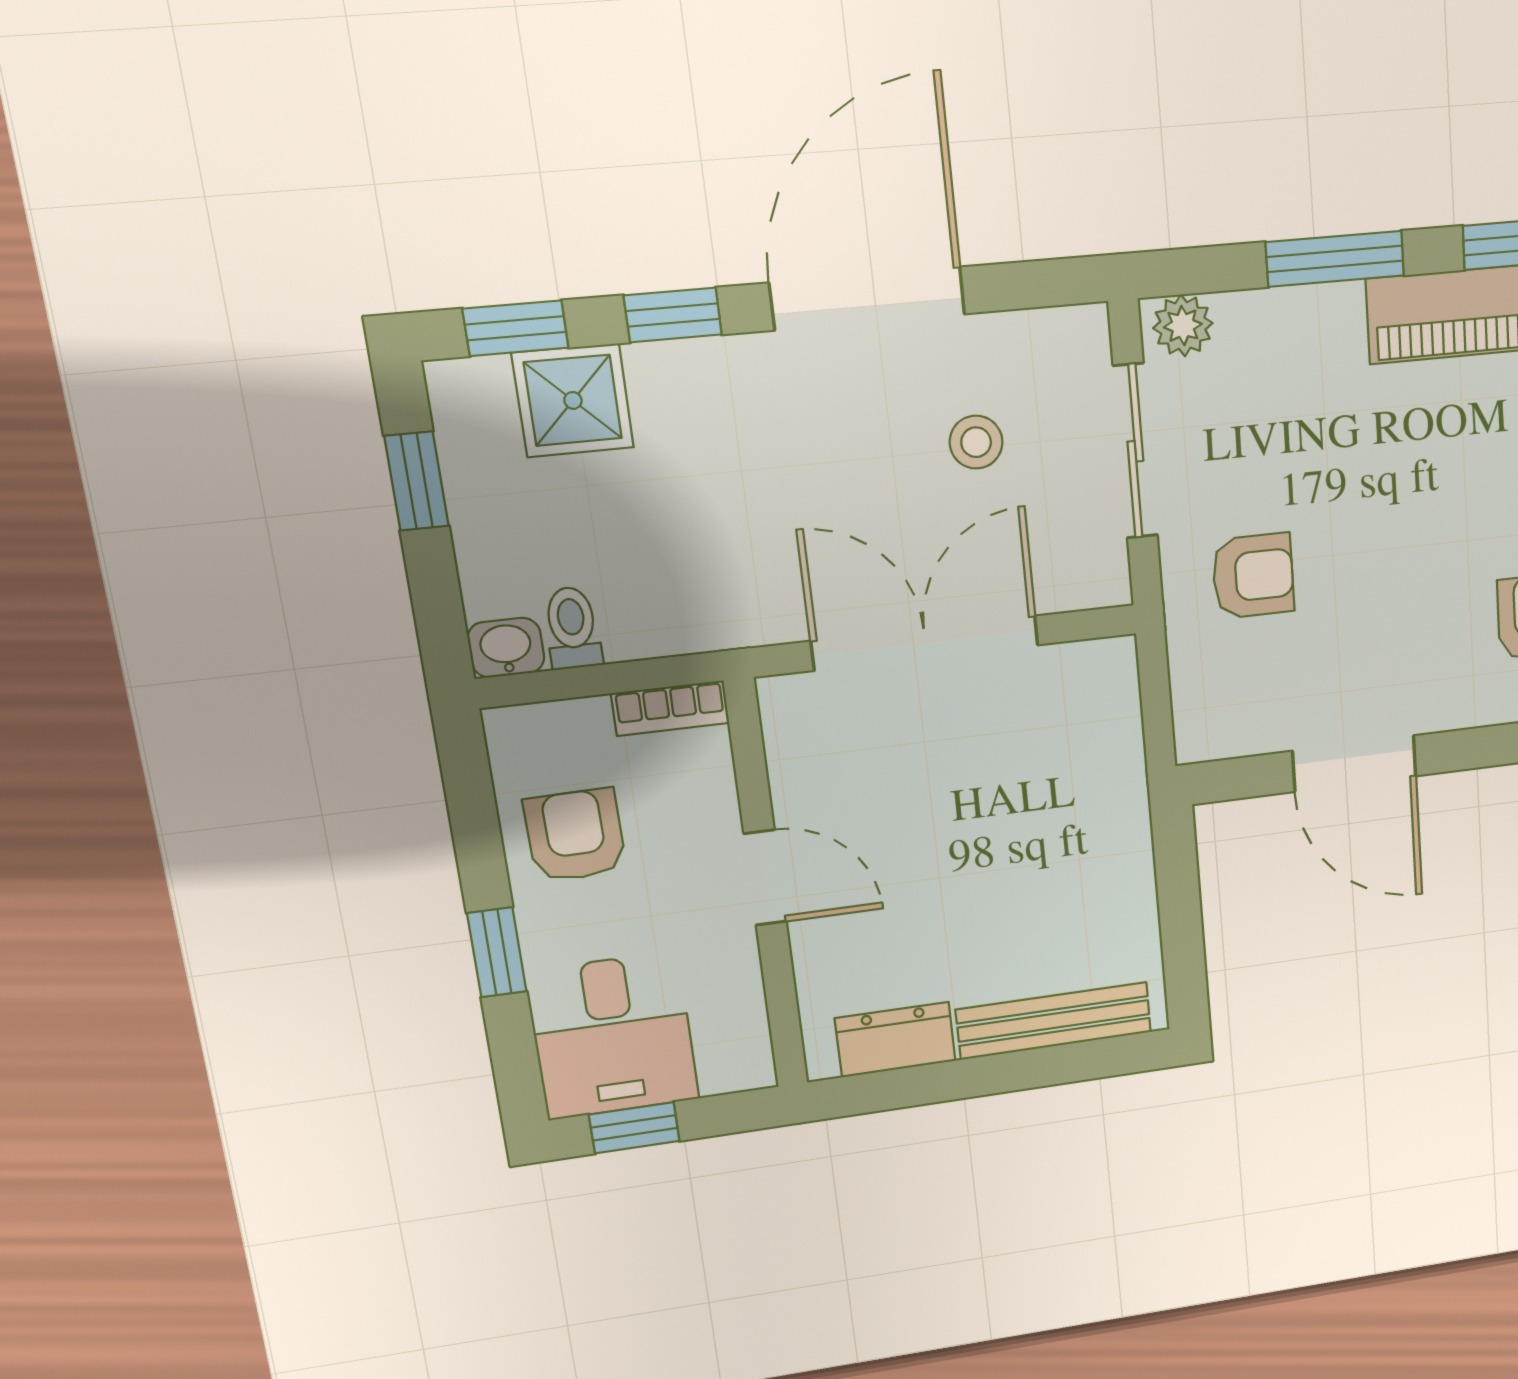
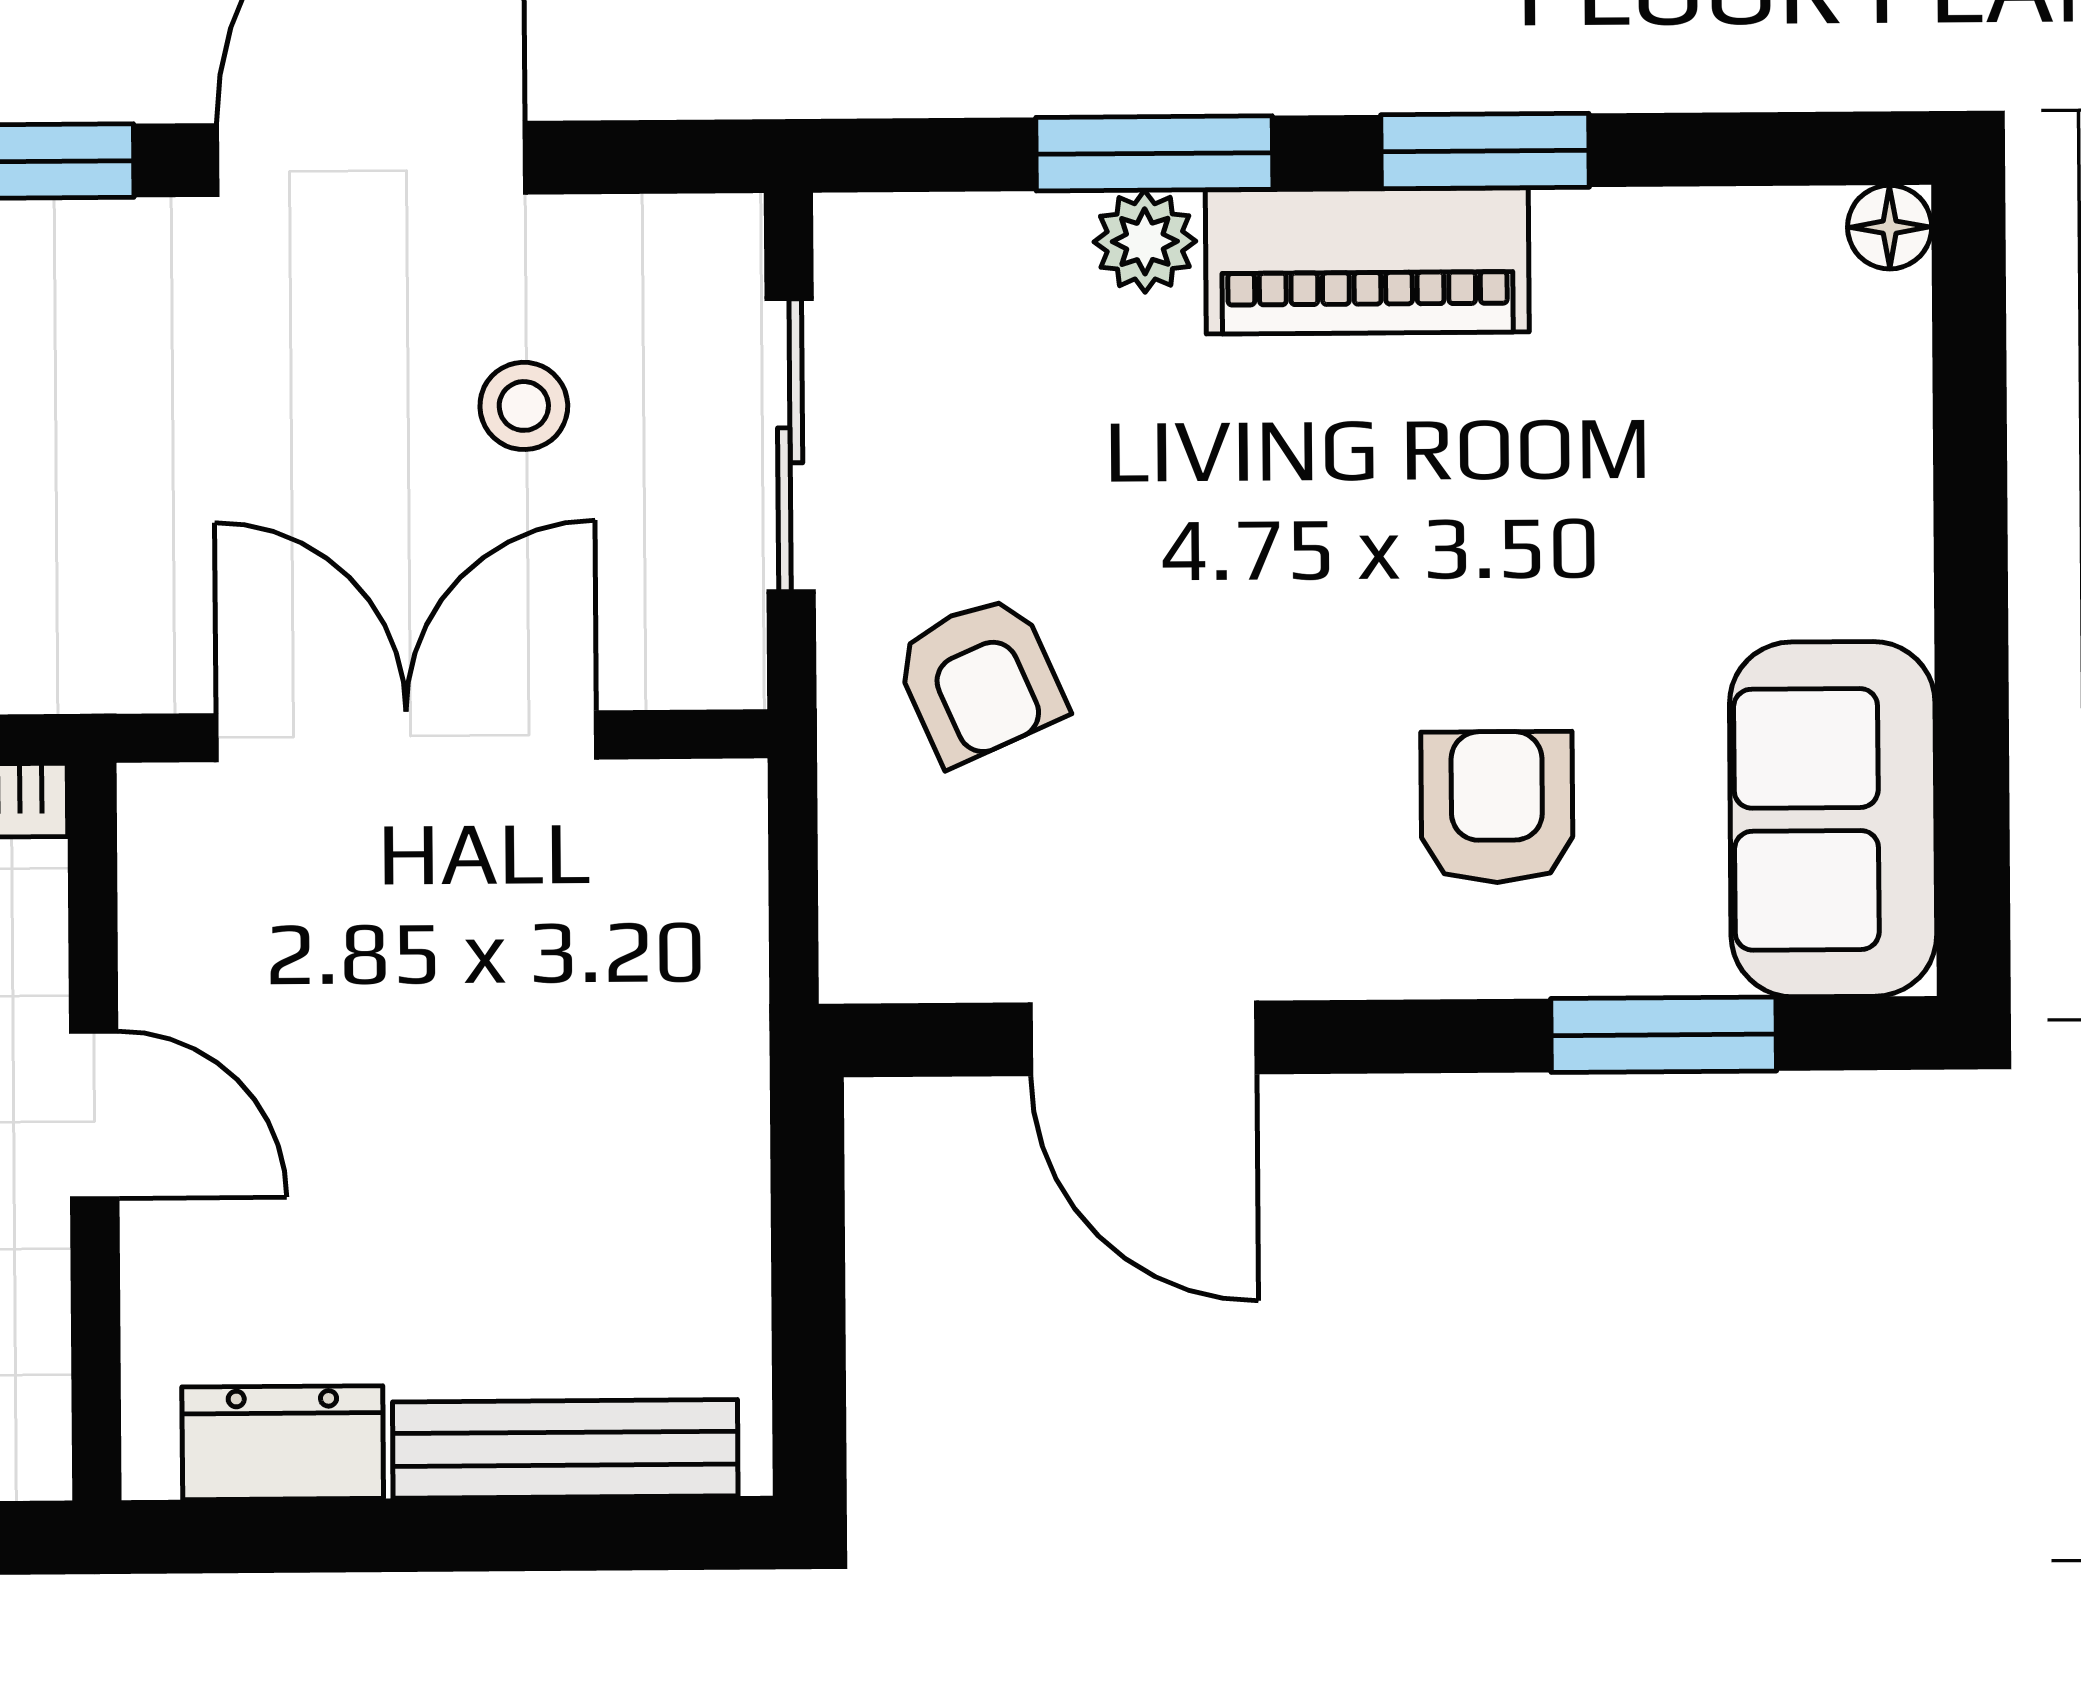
plant: (1183, 326) -> (1145, 241), moved
armchair: (1253, 576) -> (980, 679), turned 66

